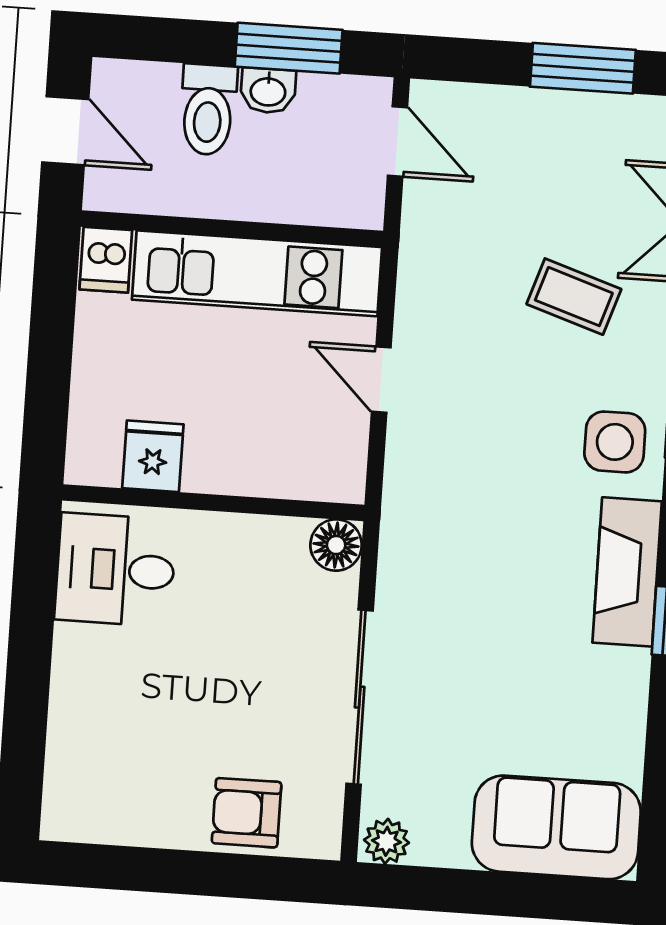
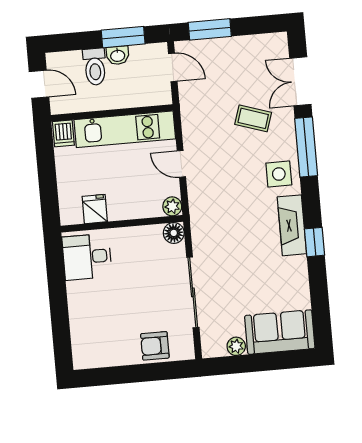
window: (583, 68) -> (210, 29), moved
plant: (343, 480) -> (172, 206), added
plant: (386, 841) -> (236, 346), moved

